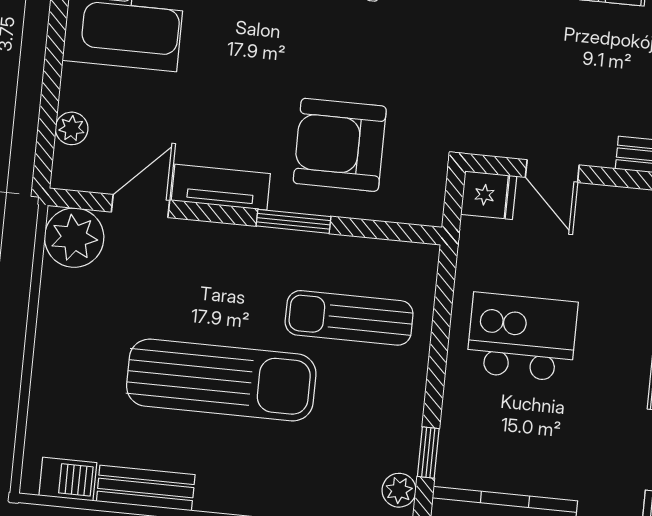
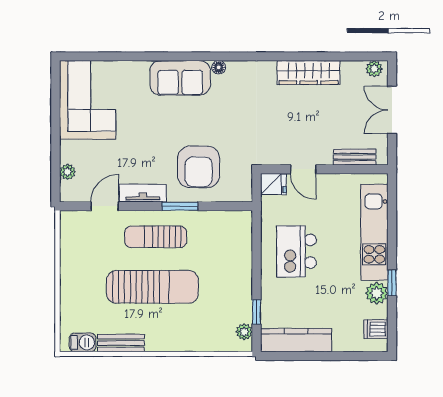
armchair: (340, 145) -> (199, 167), turned -90
plant: (74, 238) -> (74, 225), removed
sun lounger: (349, 318) -> (156, 237), moved
kitchen island: (522, 337) -> (296, 251), turned -90

